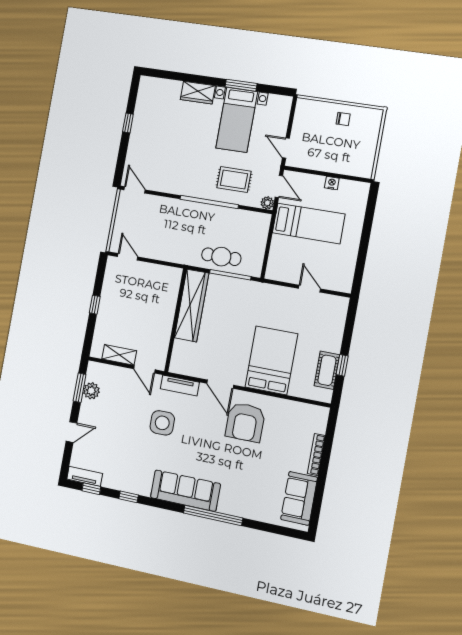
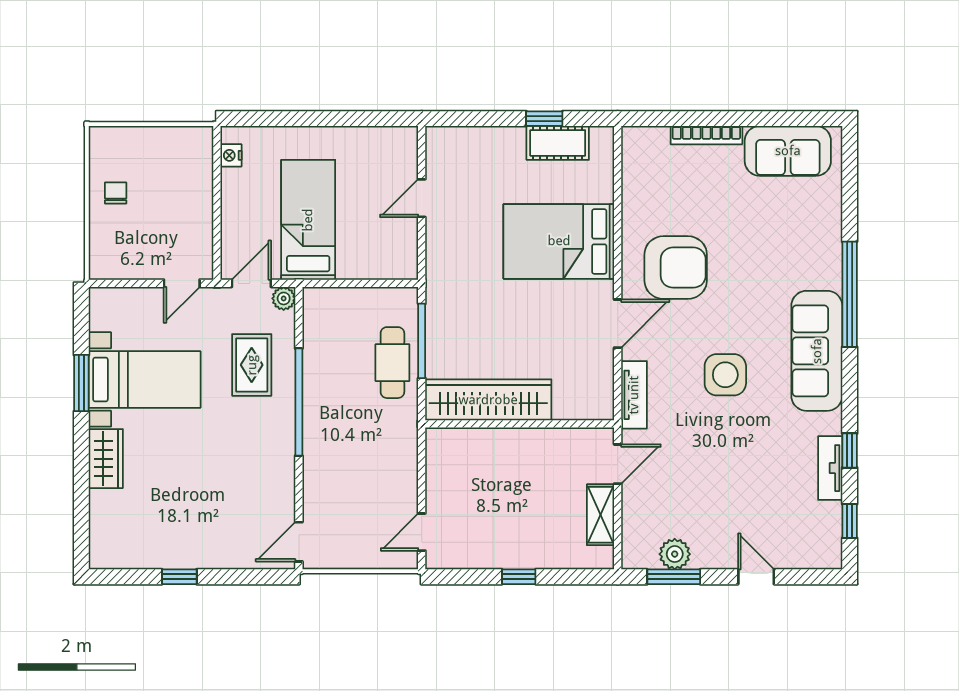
nightstand: (332, 183) -> (231, 155), moved
side table: (162, 423) -> (725, 375), moved
tv unit: (85, 476) -> (830, 468), moved

